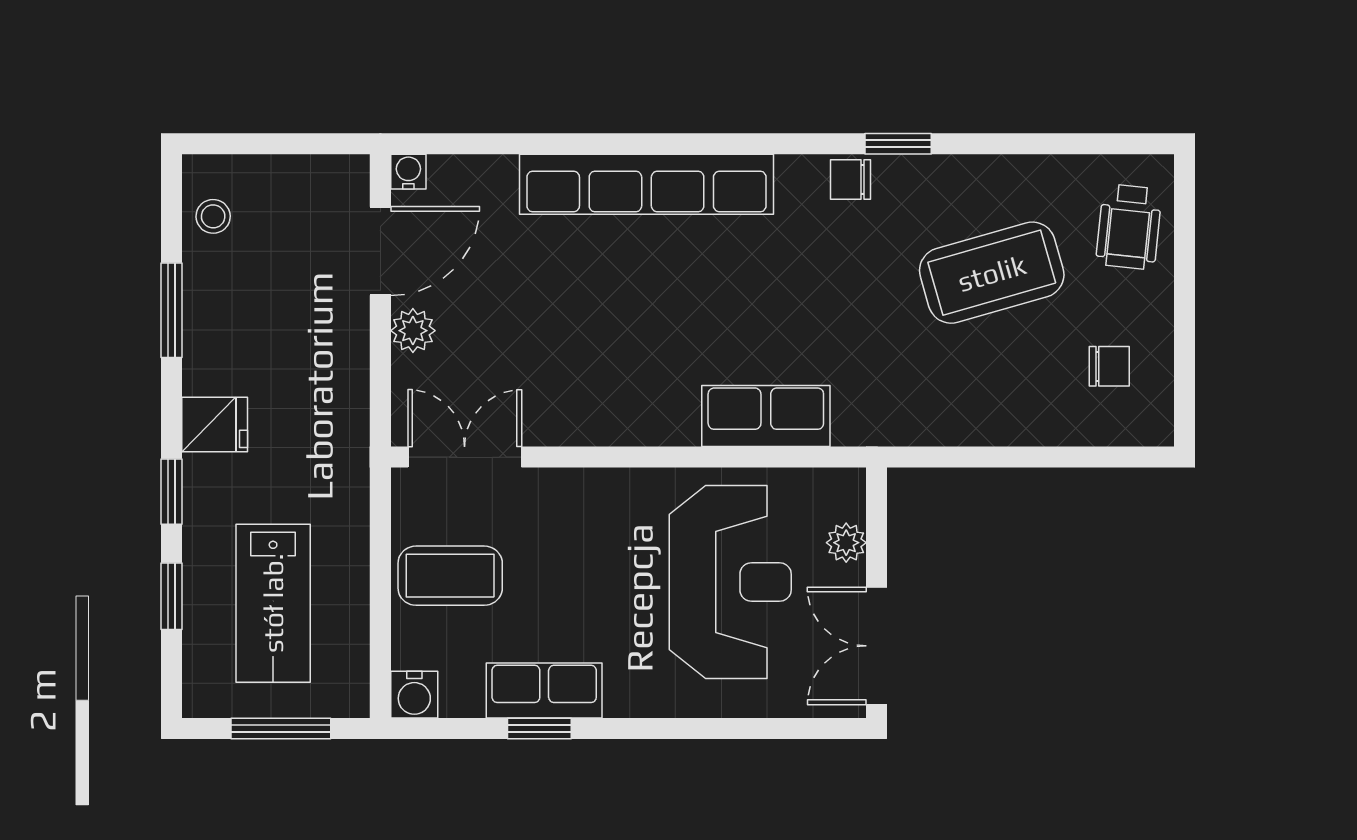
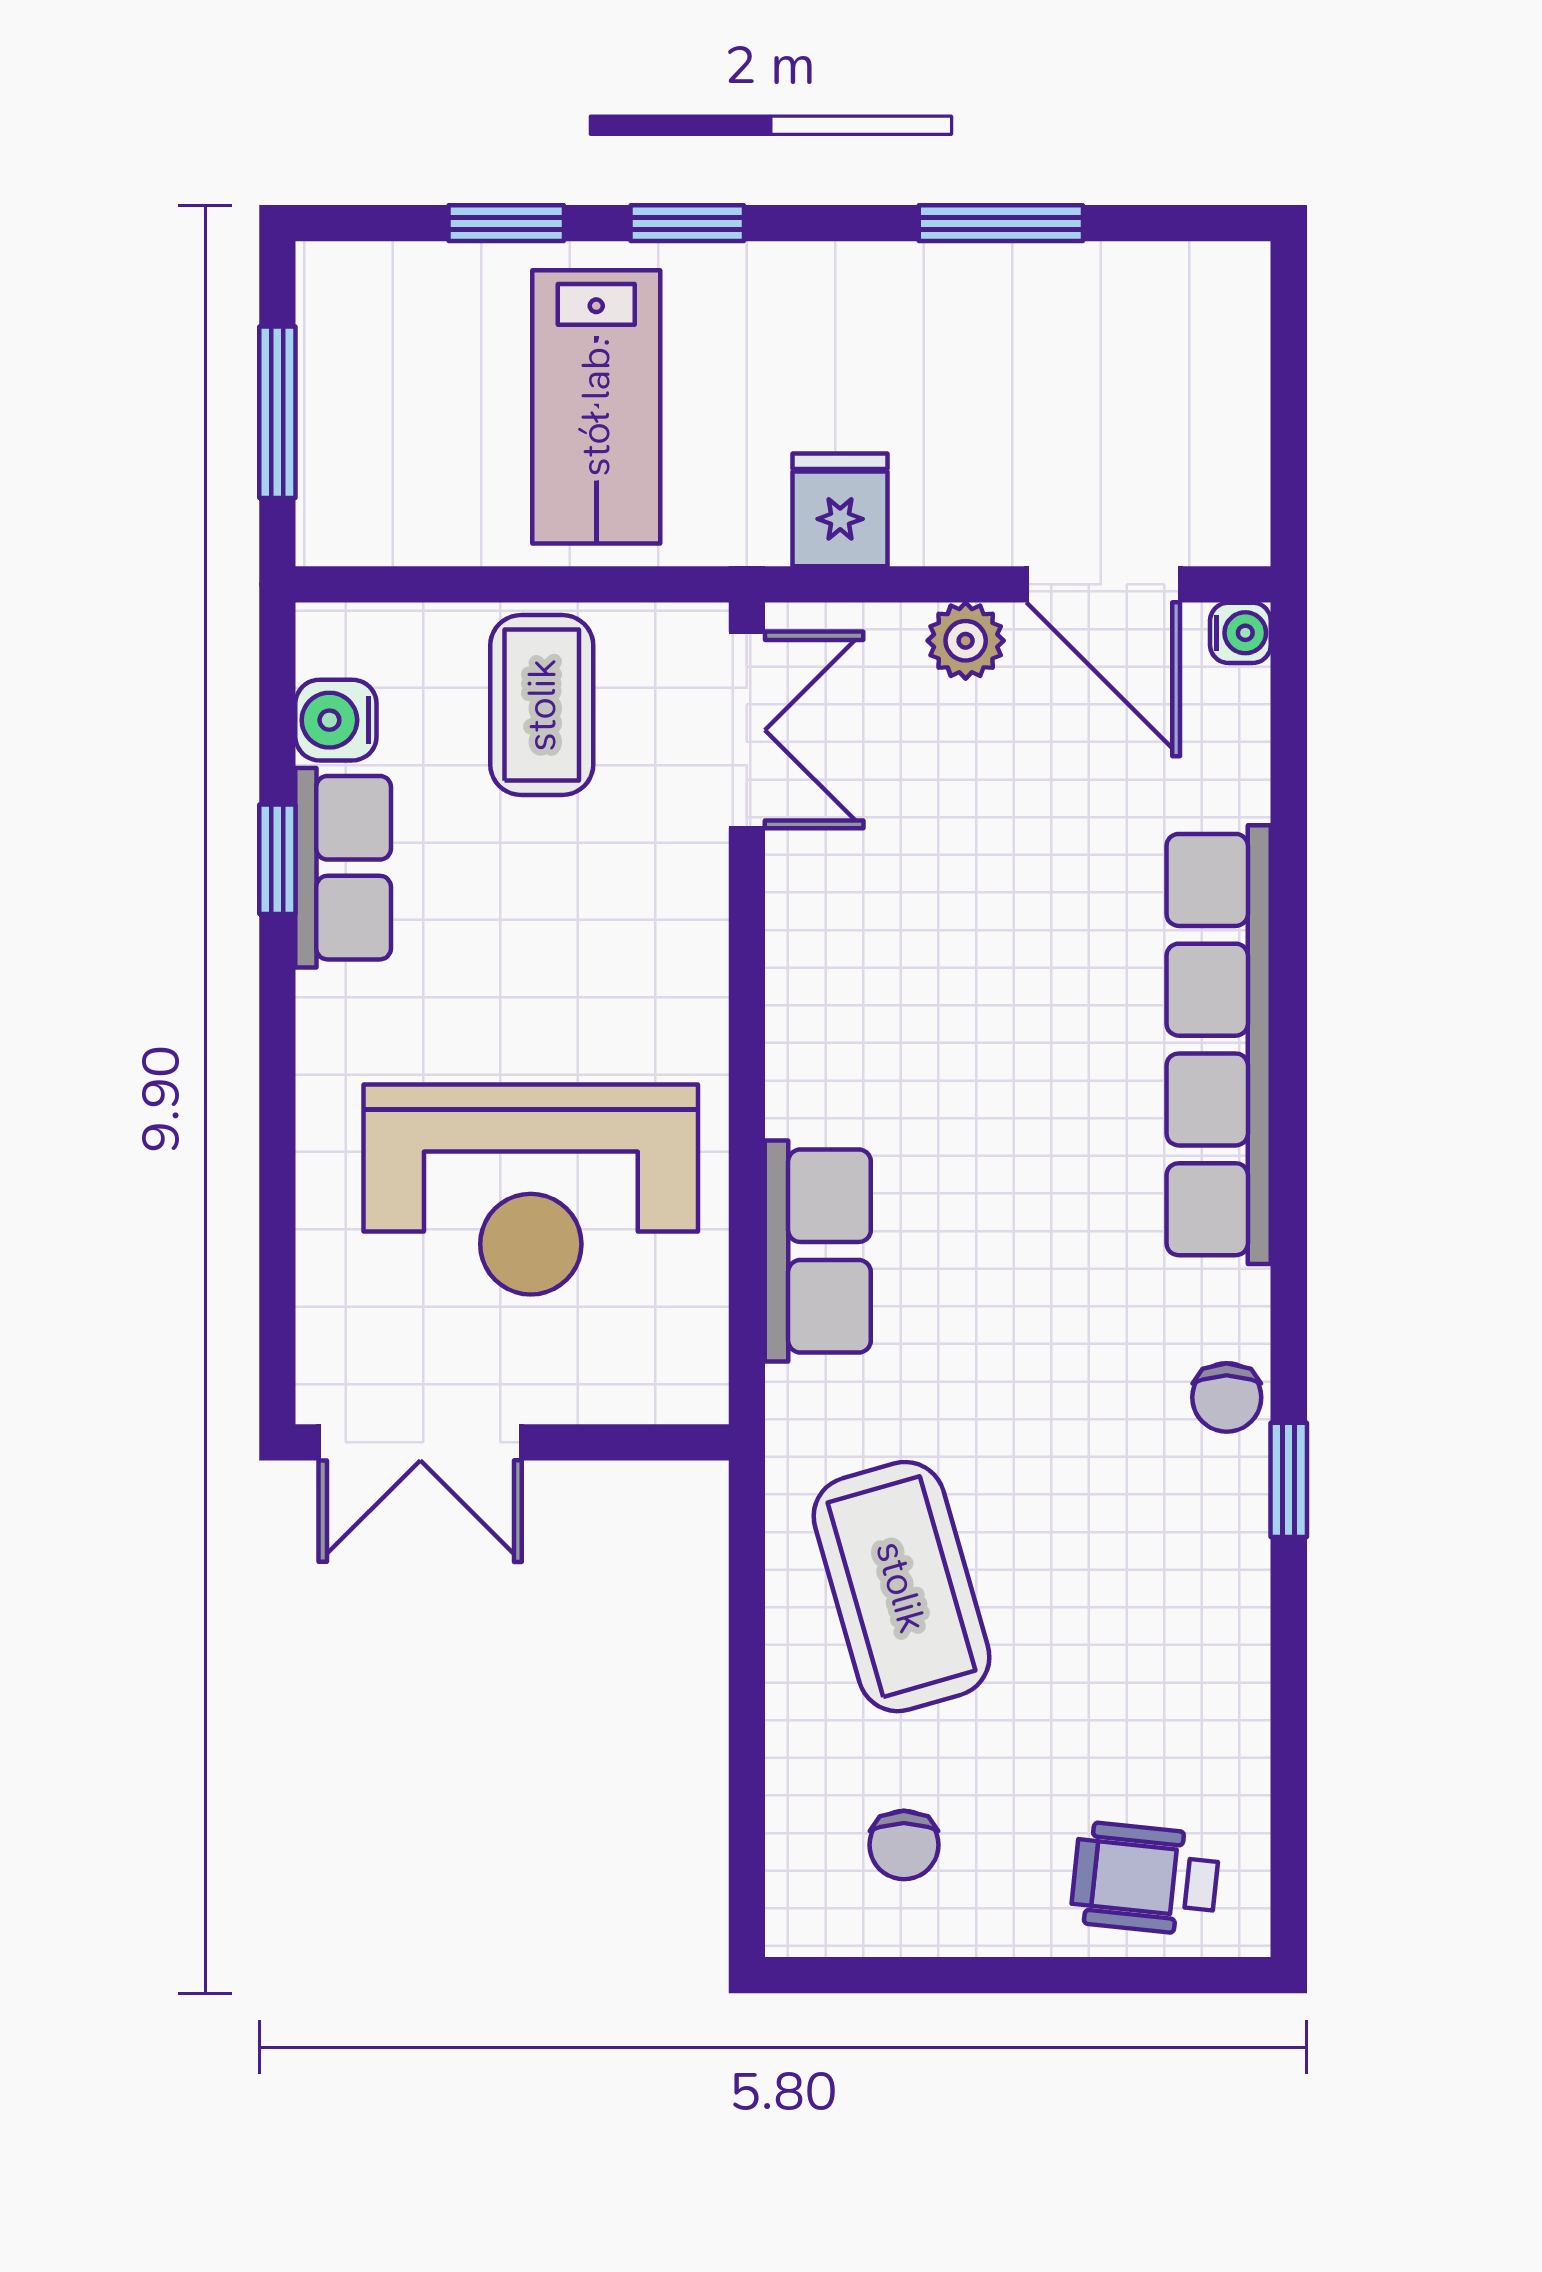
chair: (851, 180) -> (1227, 1397), turned 180
stool: (213, 216) -> (1163, 295), removed
coffee table: (992, 273) -> (901, 1587), moved
fridge: (215, 425) -> (840, 510), moved, turned 180
plant: (846, 543) -> (599, 1390), removed
lab bench: (273, 603) -> (596, 407), moved, turned -90
double door: (876, 646) -> (420, 1442), swing flipped
water cooler: (414, 695) -> (336, 720), moved

